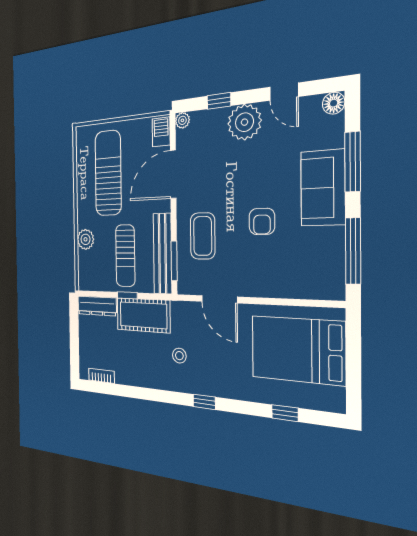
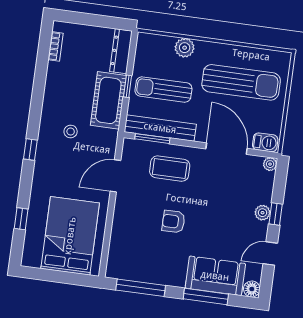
window: (219, 101) -> (276, 214), moved
plant: (244, 122) -> (263, 213), width x0.53, depth x0.53
sofa: (323, 188) -> (215, 276), moved

